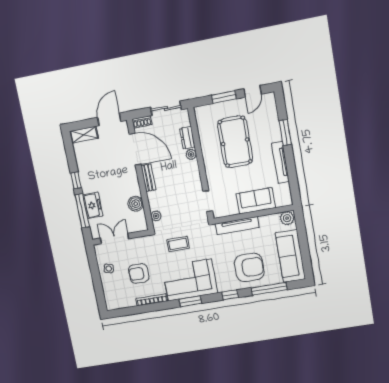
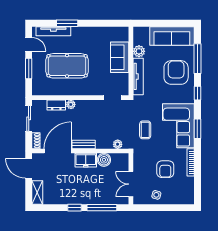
tv unit: (280, 162) -> (53, 31), moved
freezer: (93, 205) -> (86, 160), moved, turned 180
plant: (287, 218) -> (139, 51), moved

